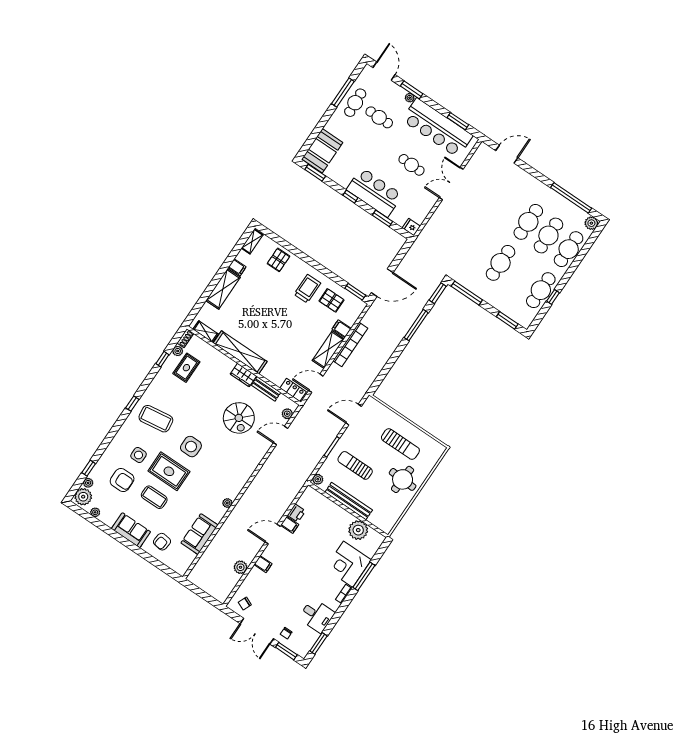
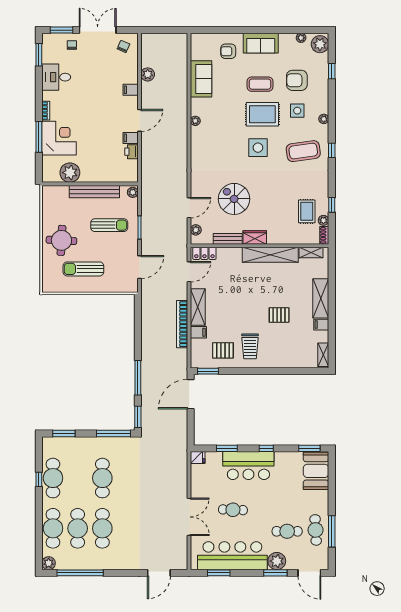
plant: (410, 98) -> (277, 561), width x1.88, depth x1.88
pallet: (278, 260) -> (279, 315), moved, turned 90
plant: (88, 483) -> (324, 119), moved
armchair: (162, 542) -> (228, 51), turned -97

